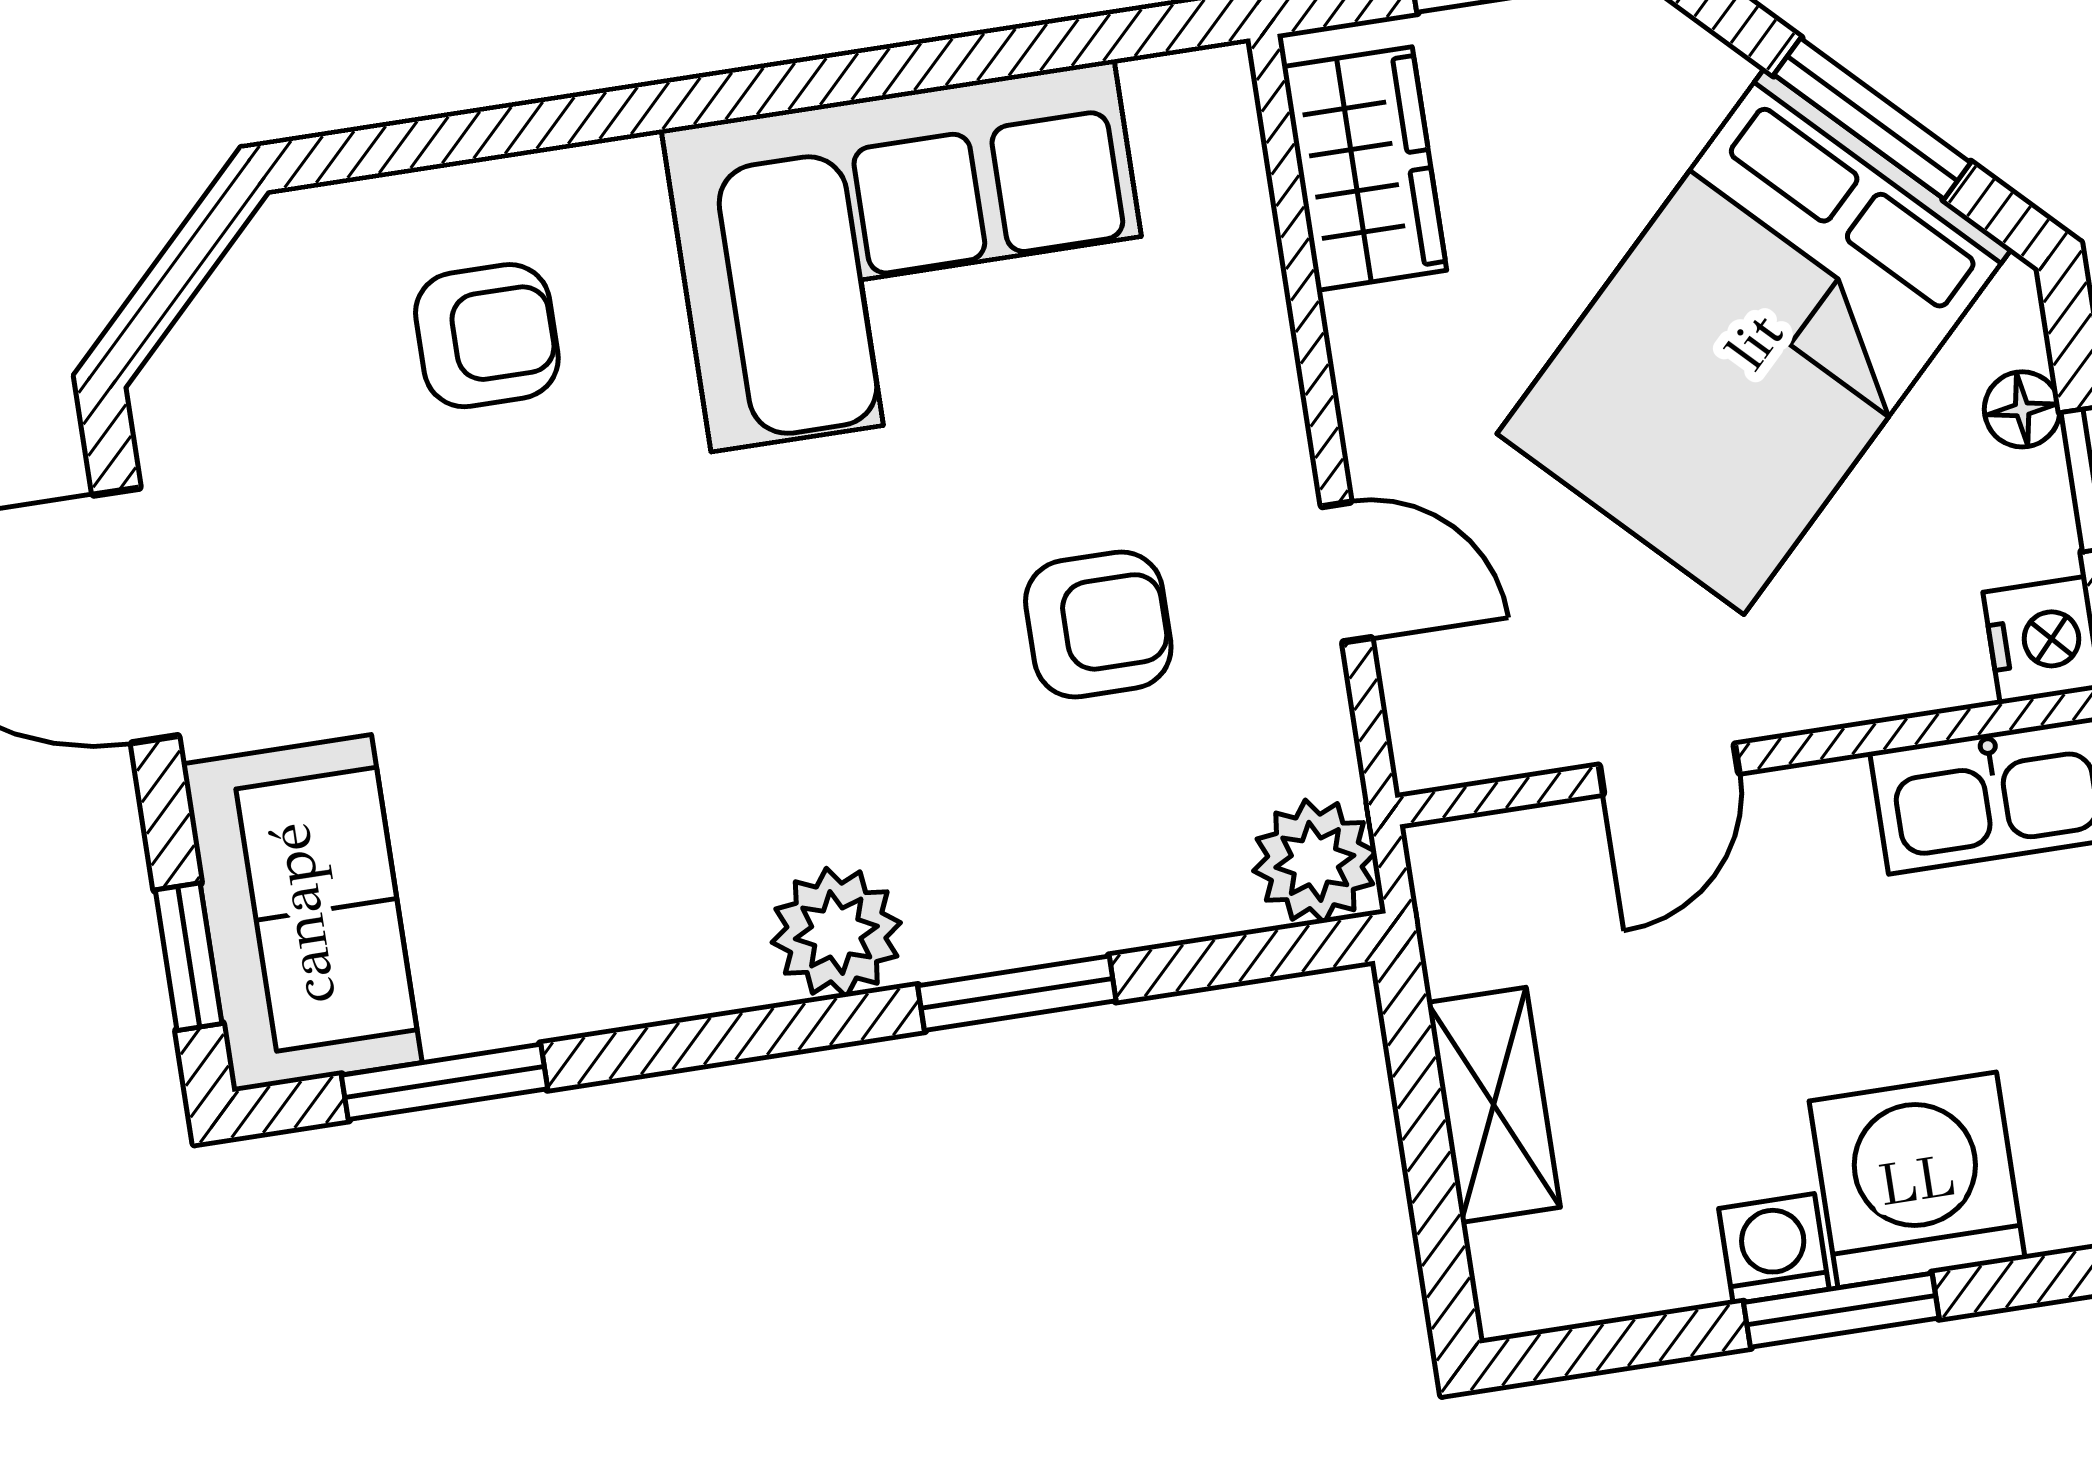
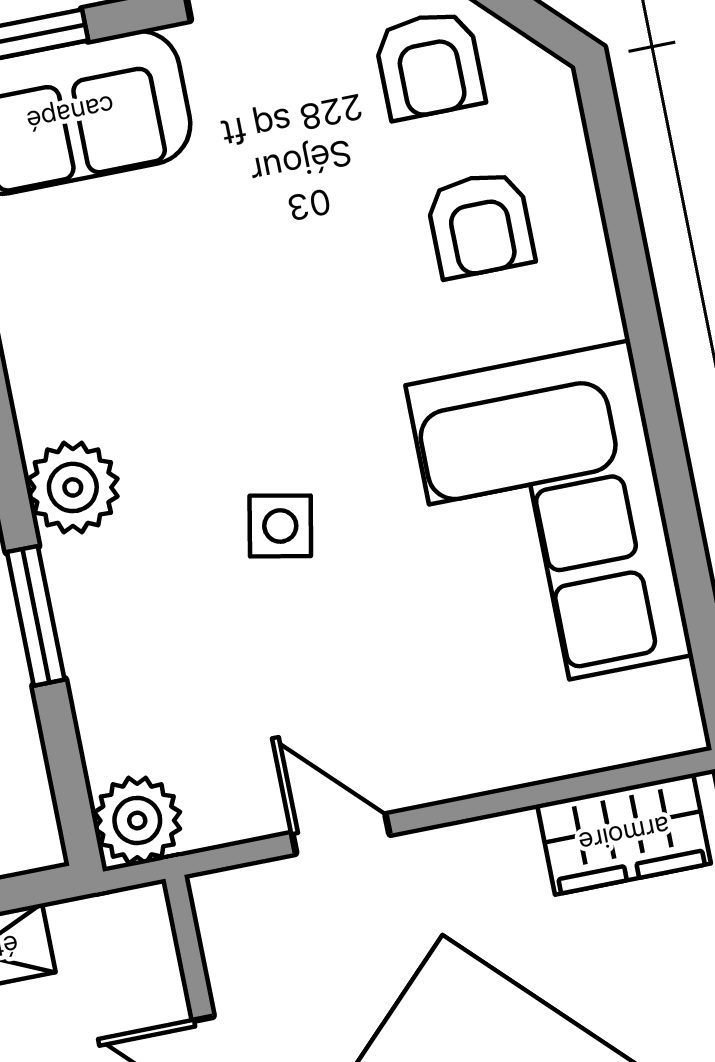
door: (1347, 572) -> (341, 834), swing flipped
armchair: (1098, 624) -> (429, 65), moved
side table: (904, 639) -> (280, 526), added

